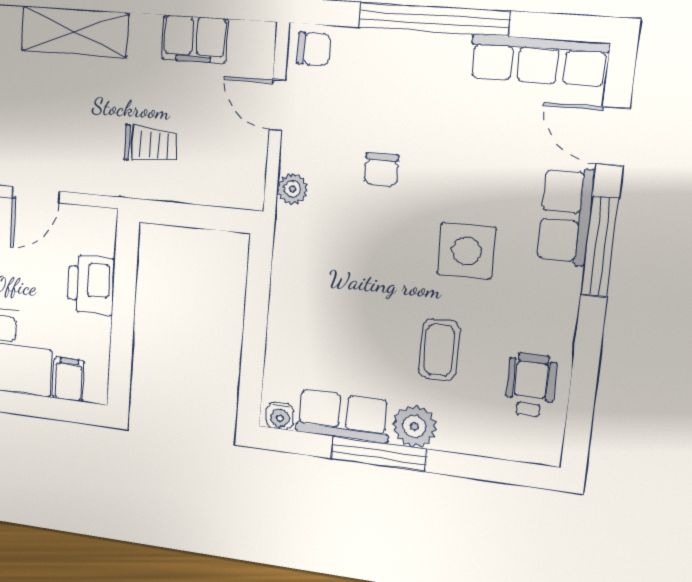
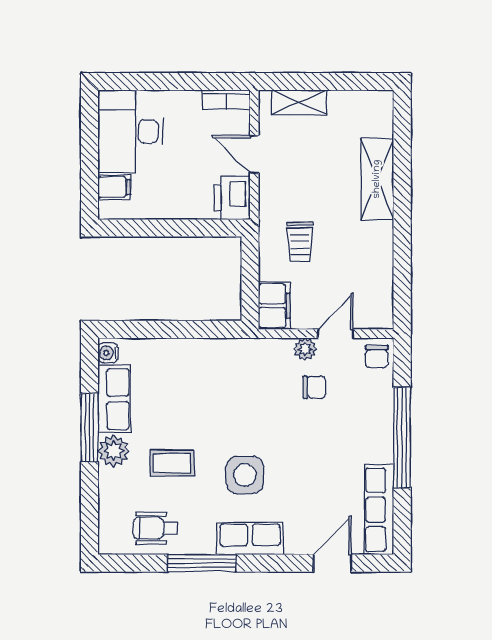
filing cabinet: (195, 39) -> (274, 306), moved, turned 180
chair: (381, 170) -> (314, 387), moved, turned 180
plant: (292, 189) -> (305, 349), moved
row of seats: (566, 216) -> (250, 539), moved
window: (600, 246) -> (202, 563), moved
printer: (91, 285) -> (232, 198), moved, turned -90
wheelchair: (531, 385) -> (155, 528), turned 180

